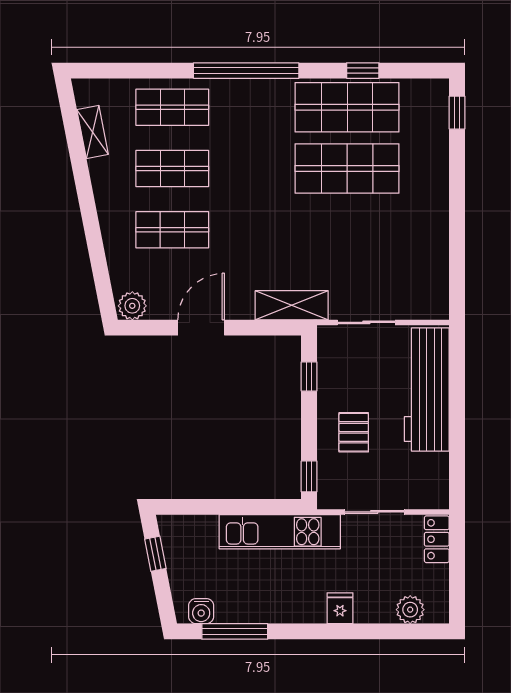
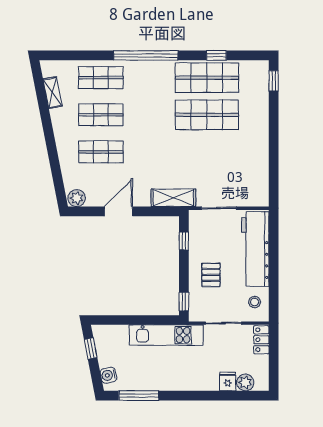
stool: (426, 477) -> (255, 302), added
fridge: (340, 608) -> (228, 382), moved
water cooler: (201, 611) -> (108, 375), moved, turned 79

